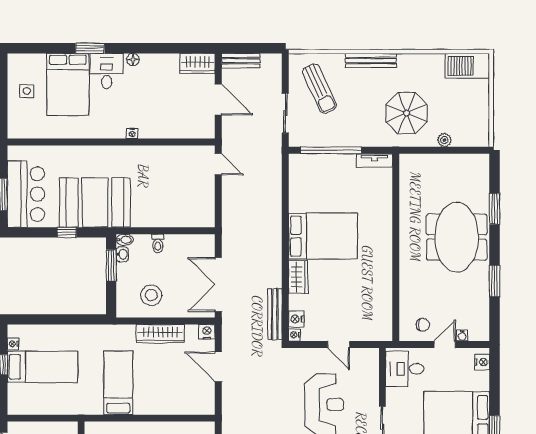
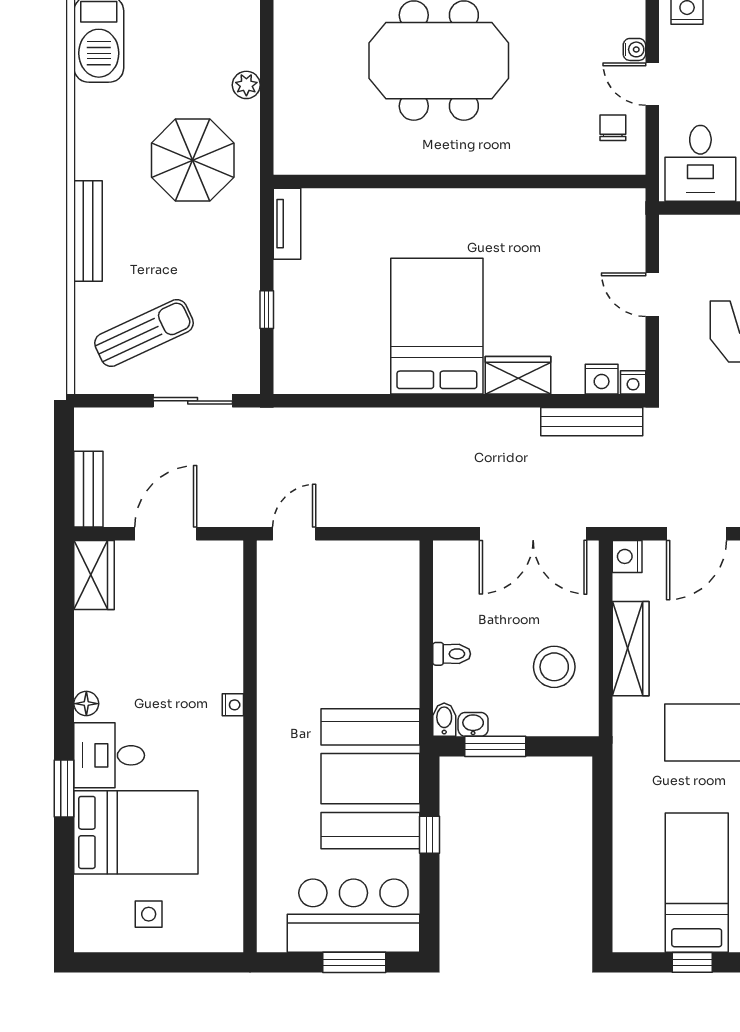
window: (331, 150) -> (267, 310), width x0.32
nightstand: (13, 344) -> (651, 941), removed
door: (339, 344) -> (652, 295), swing flipped

